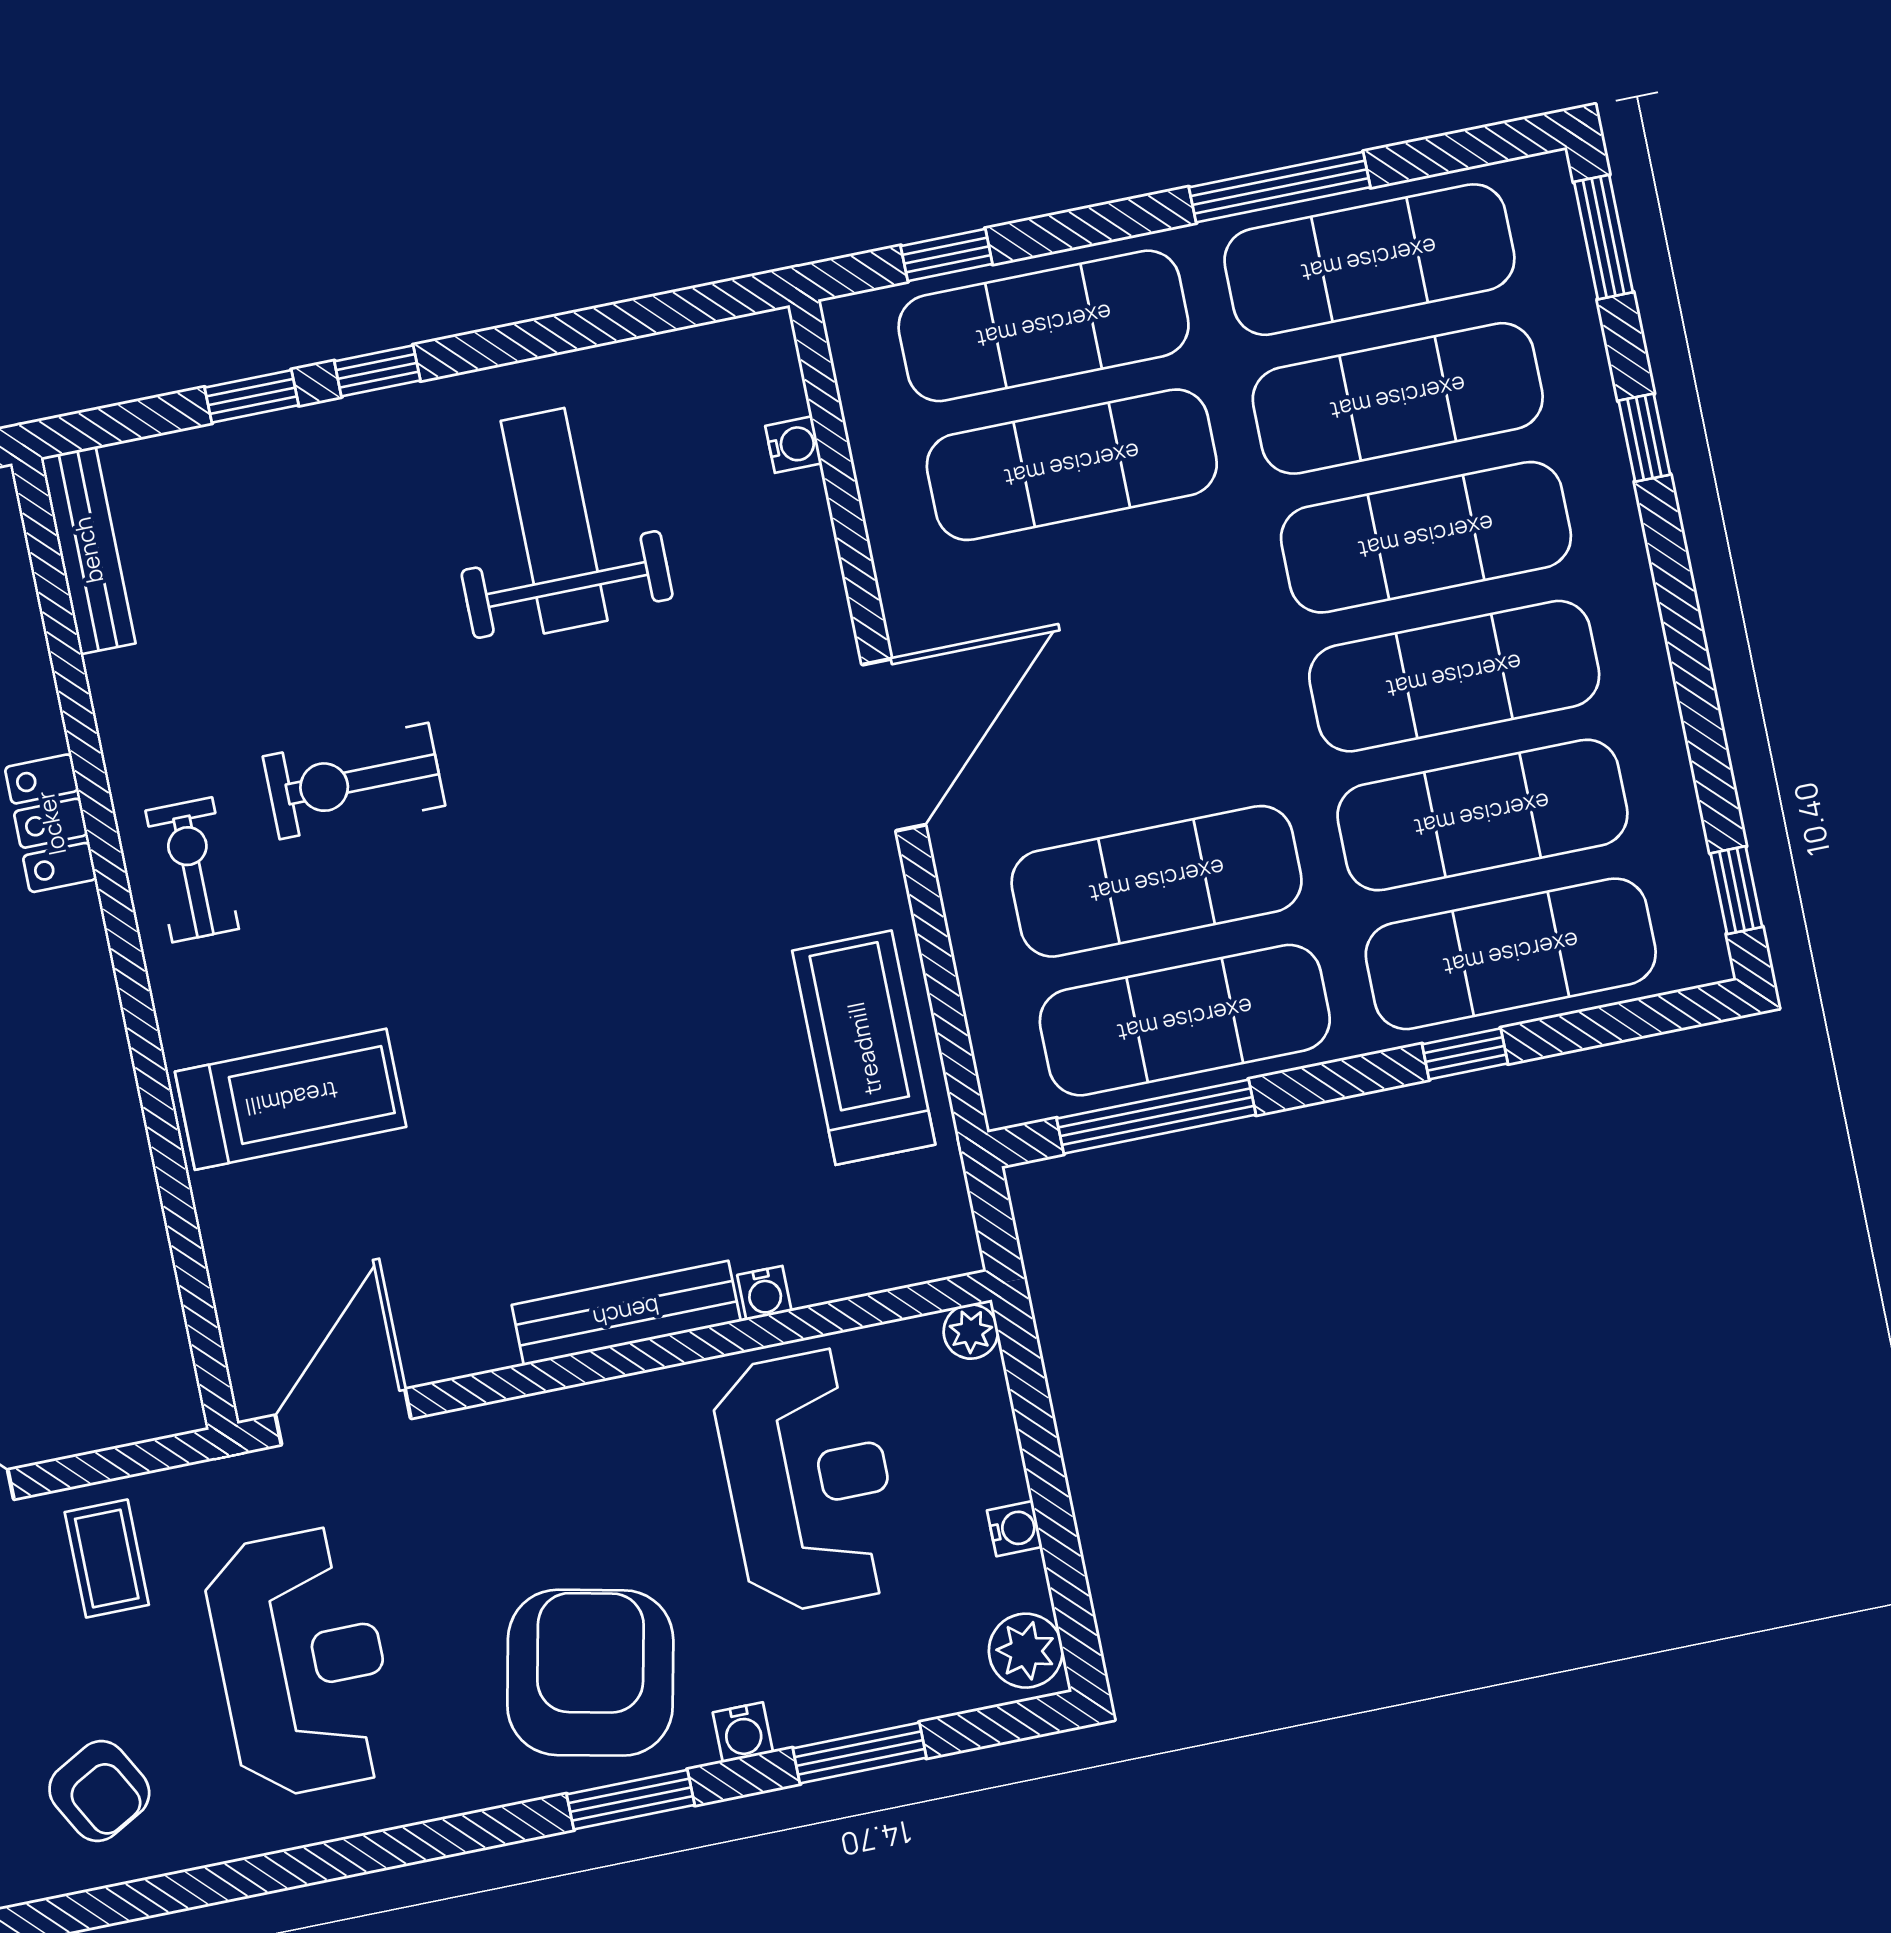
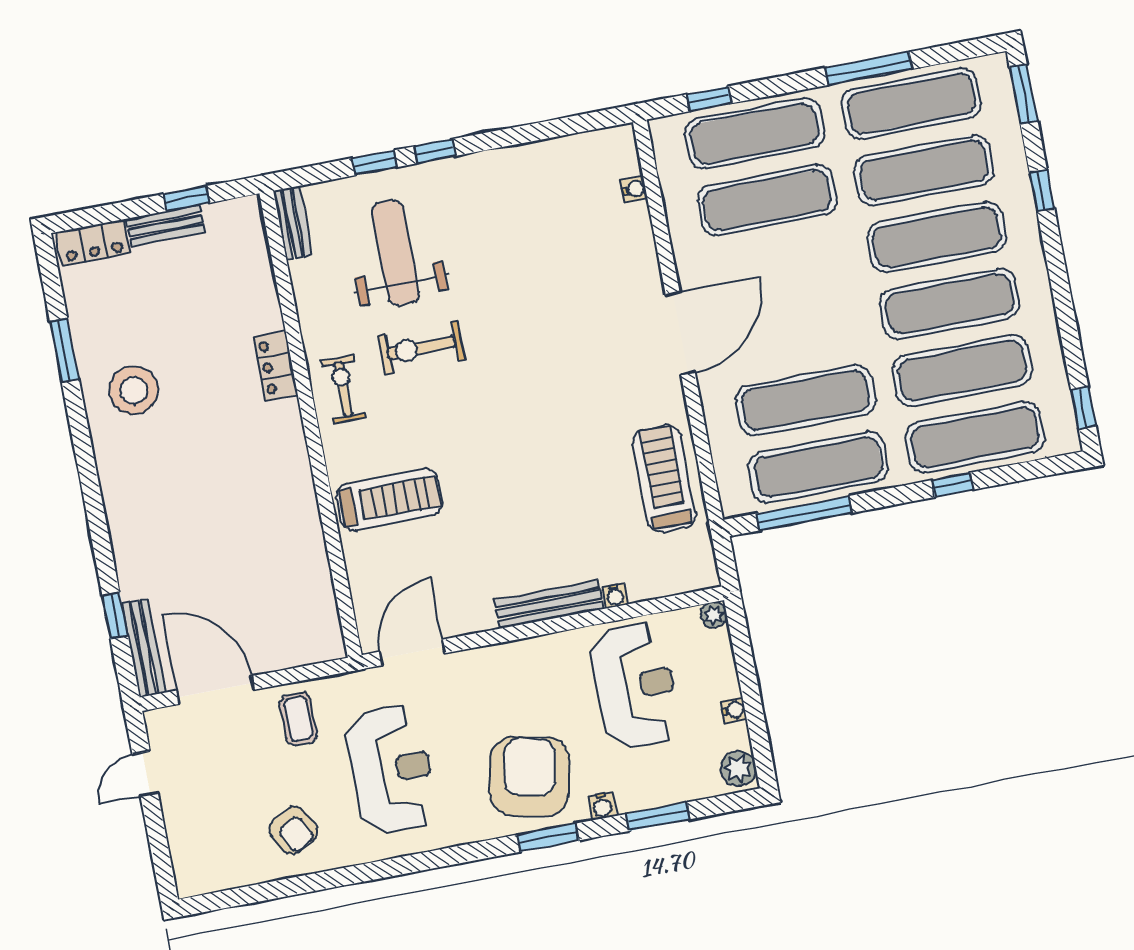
weight bench: (554, 521) -> (396, 253), moved
bench: (88, 550) -> (293, 223), width x0.73

